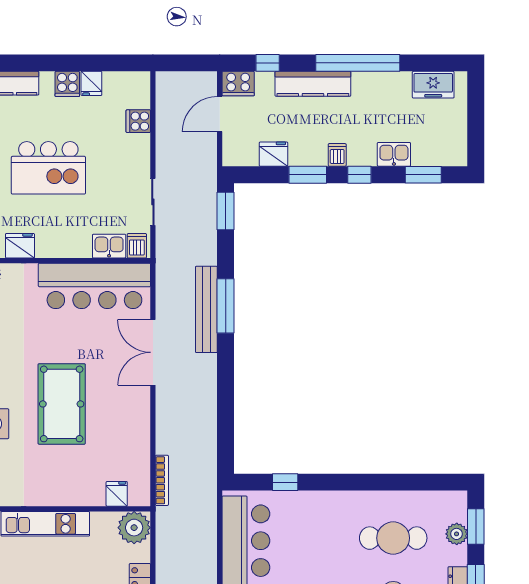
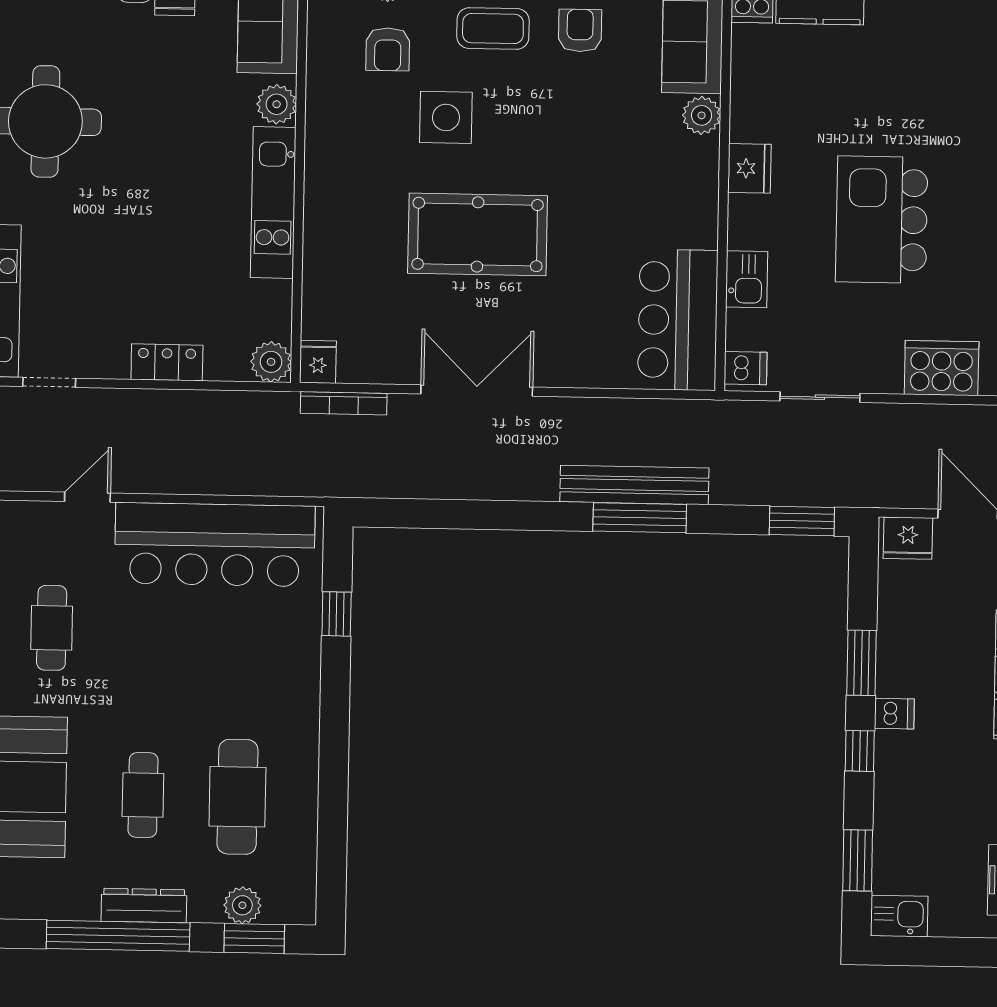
cooker: (138, 121) -> (942, 368), width x1.87, depth x1.31
fridge: (273, 154) -> (908, 538), moved, turned 90
kitchen sink: (394, 154) -> (899, 916), moved, turned -90
kitchen sink: (109, 246) -> (747, 279), moved
bar counter: (94, 286) -> (678, 320), width x0.73
double door: (153, 352) -> (477, 391), moved
fridge: (117, 494) -> (318, 362), moved, turned -90
plant: (134, 528) -> (271, 362), width x0.73, depth x0.73

